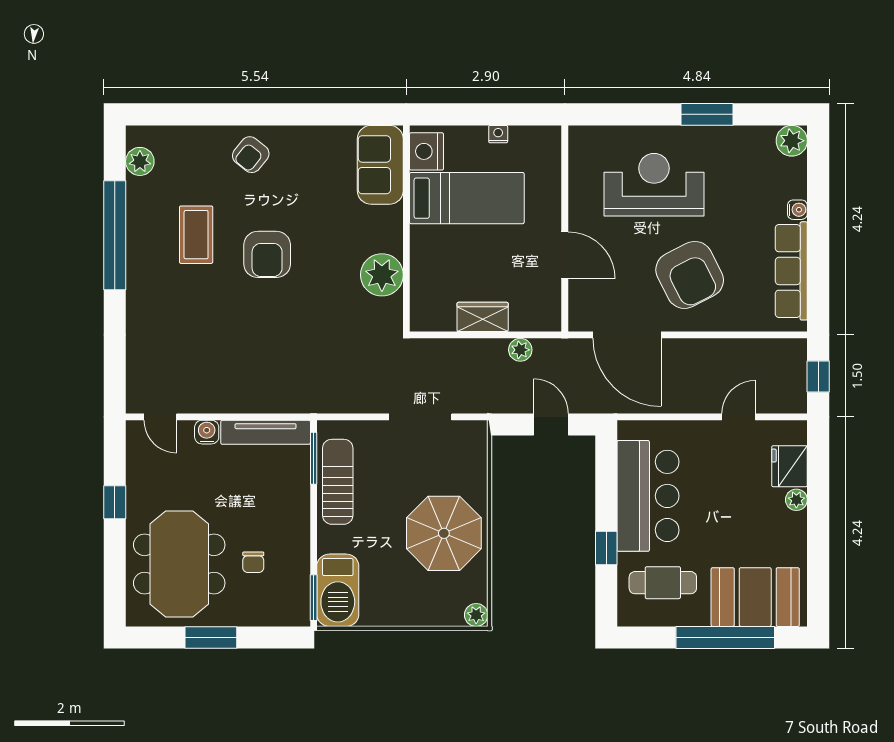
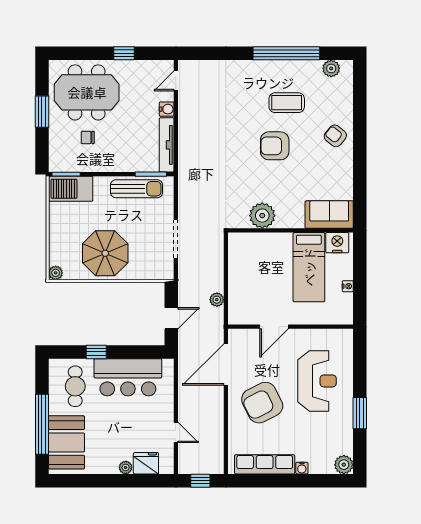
wardrobe: (483, 317) -> (237, 277), removed

